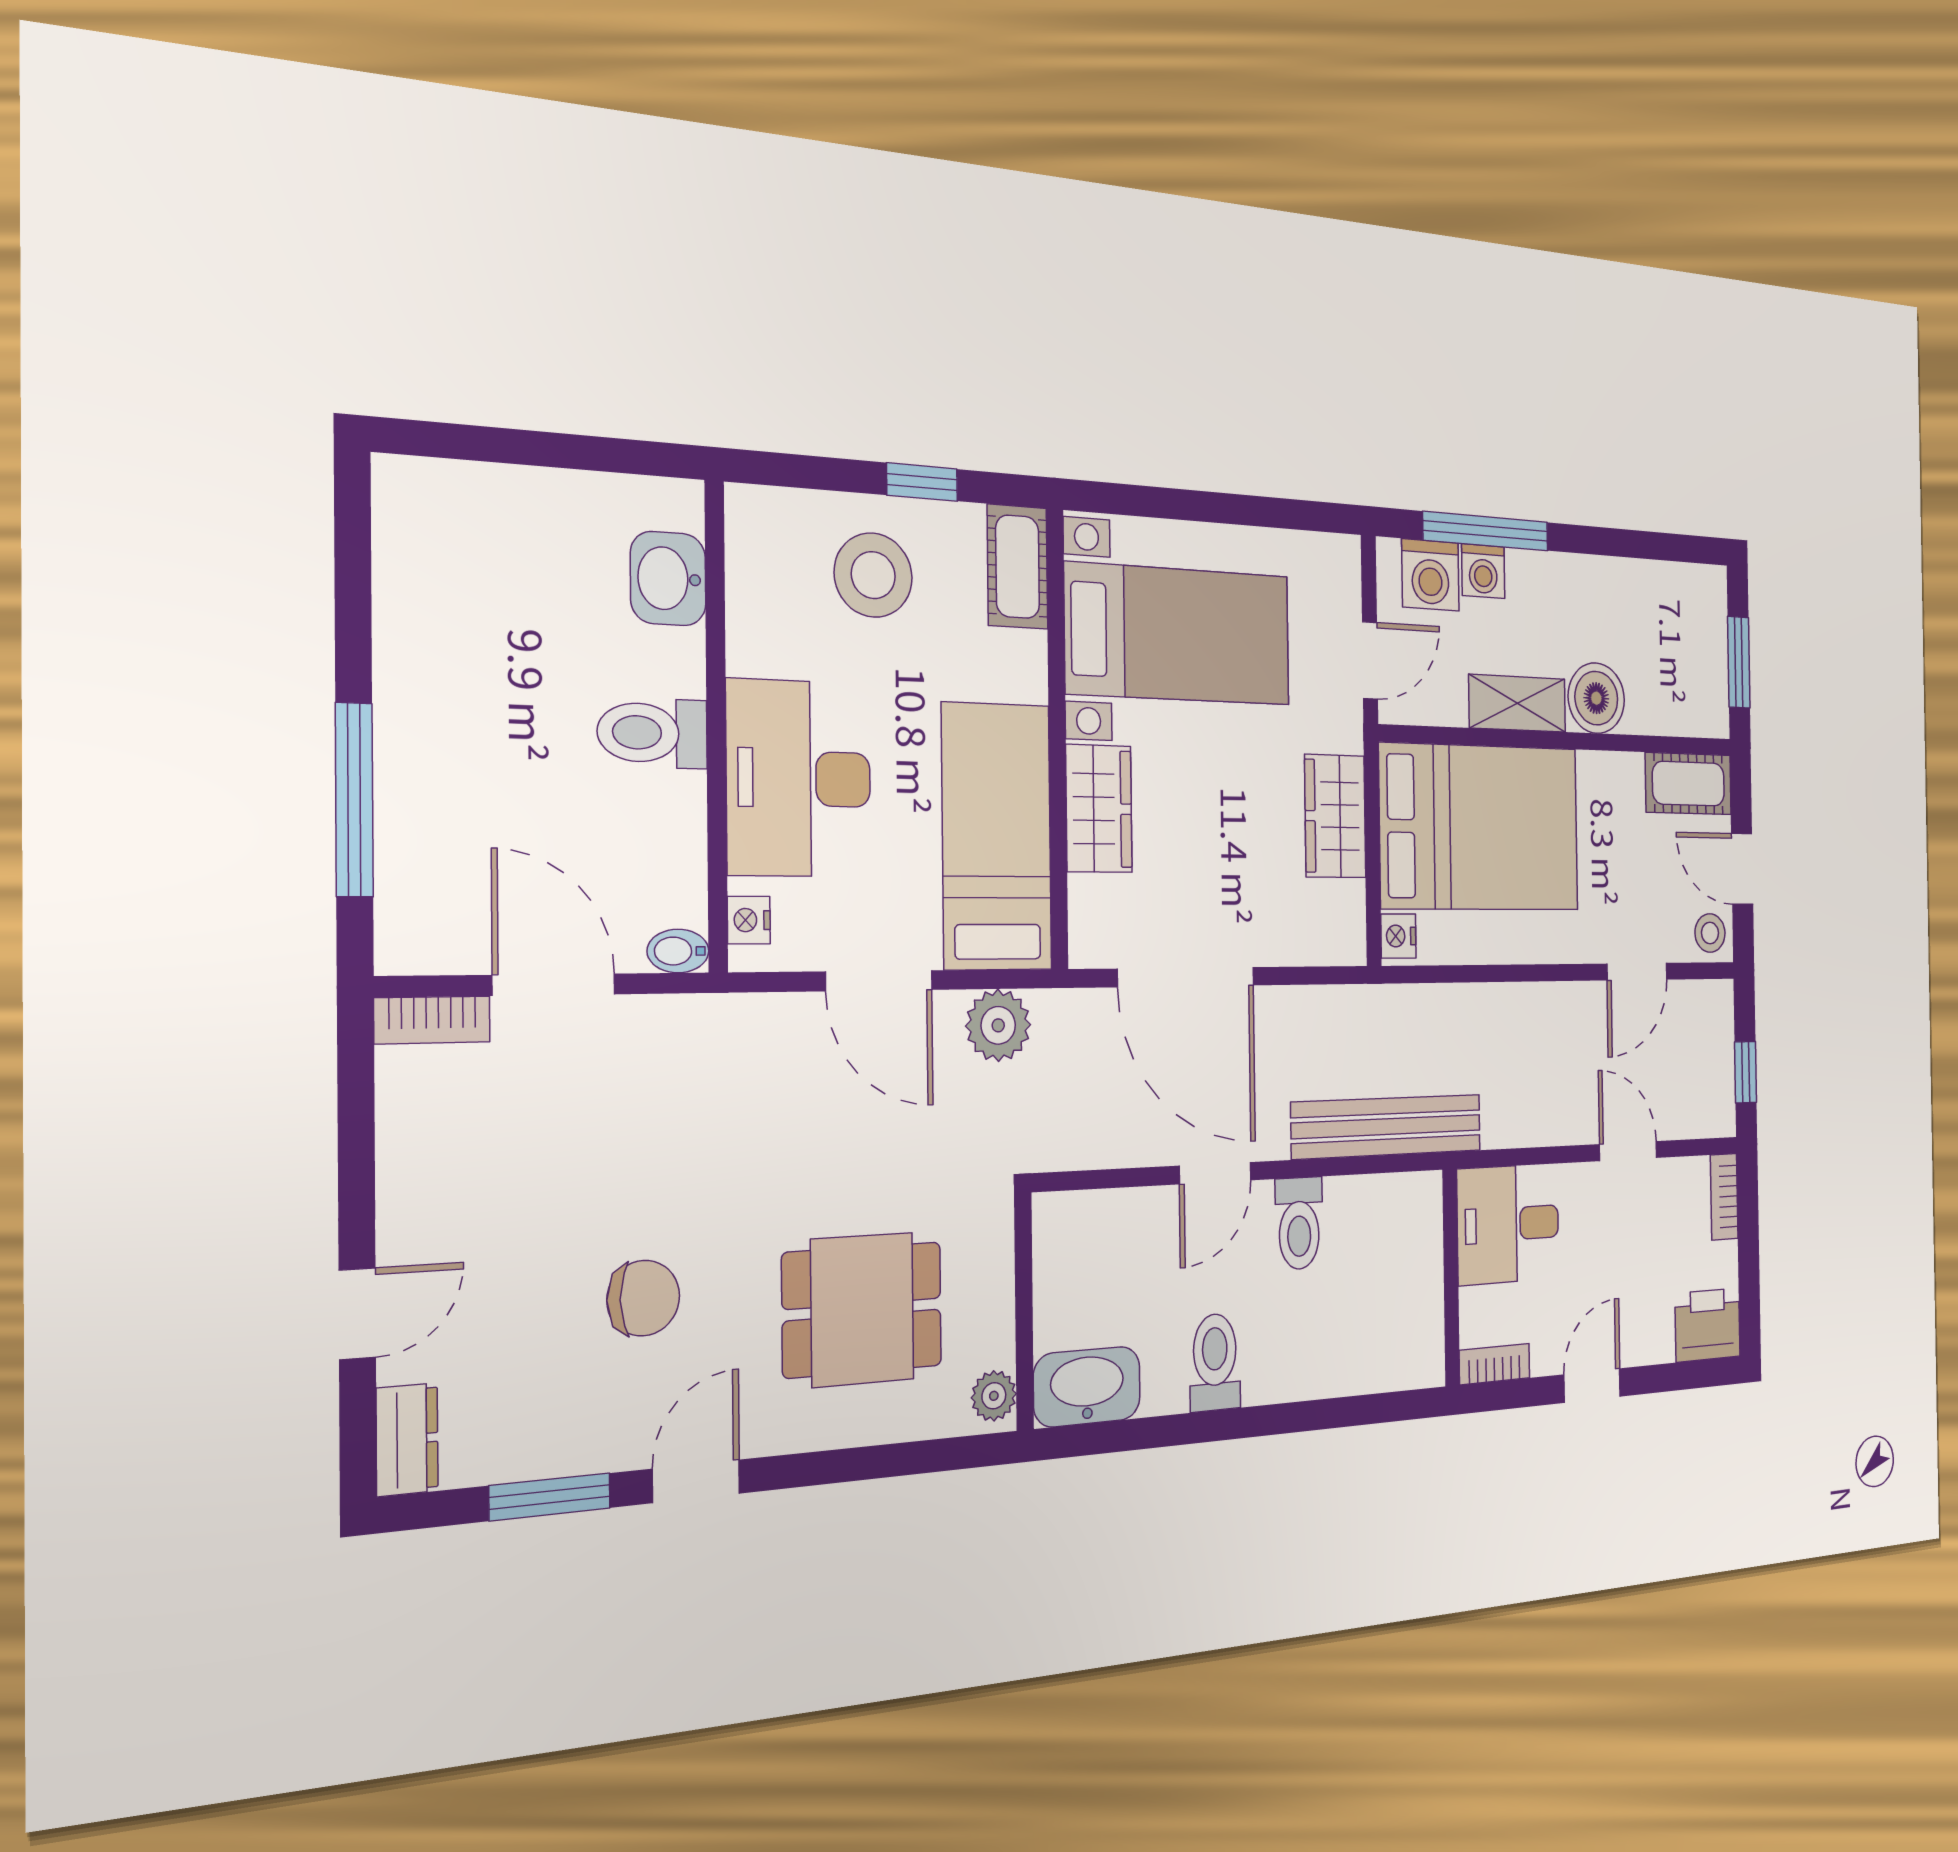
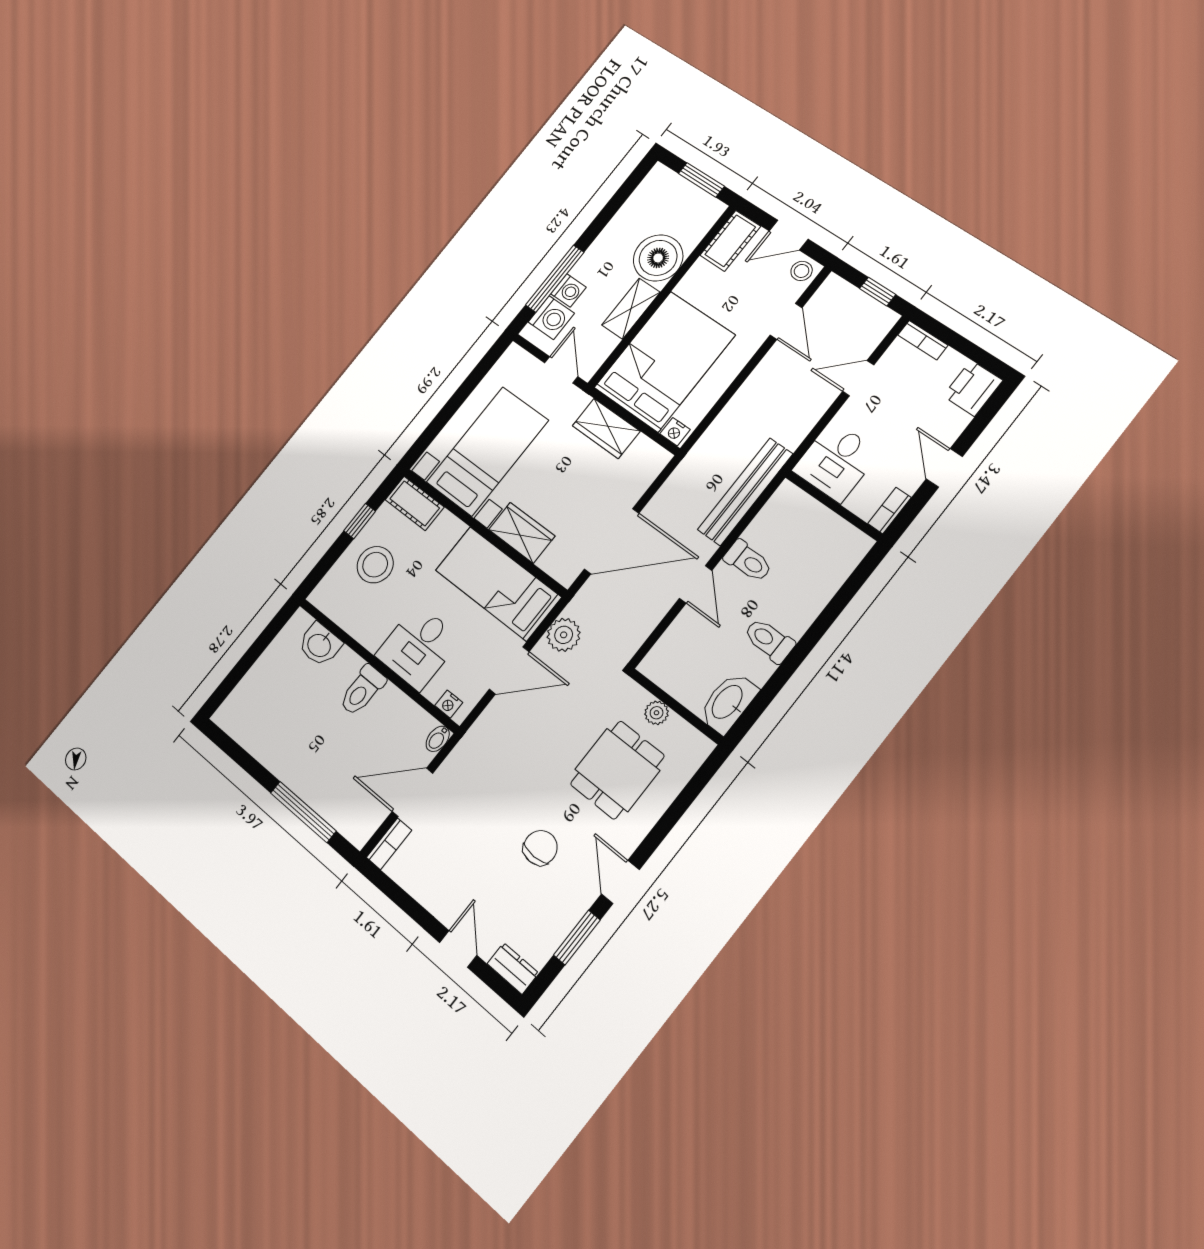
boiler: (1596, 698) -> (658, 258), width x1.37, depth x1.37
desk: (799, 778) -> (418, 647), width x0.73
plant: (994, 1396) -> (657, 713), moved

